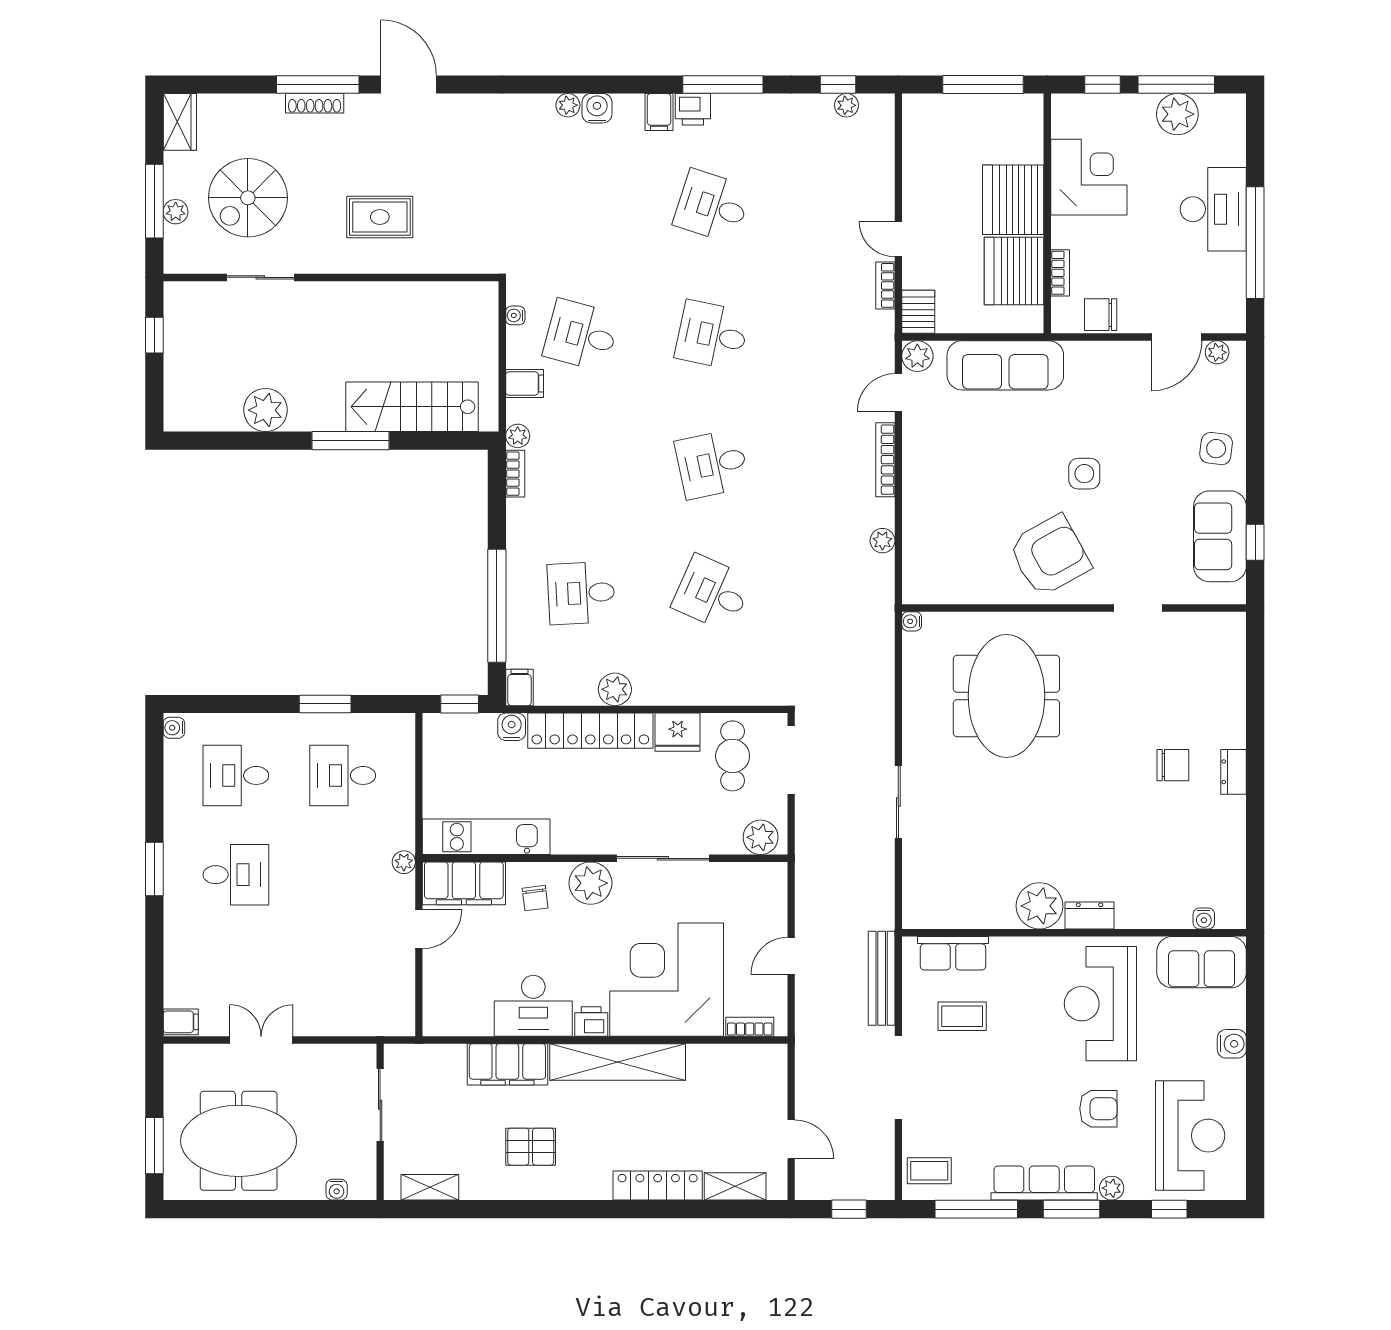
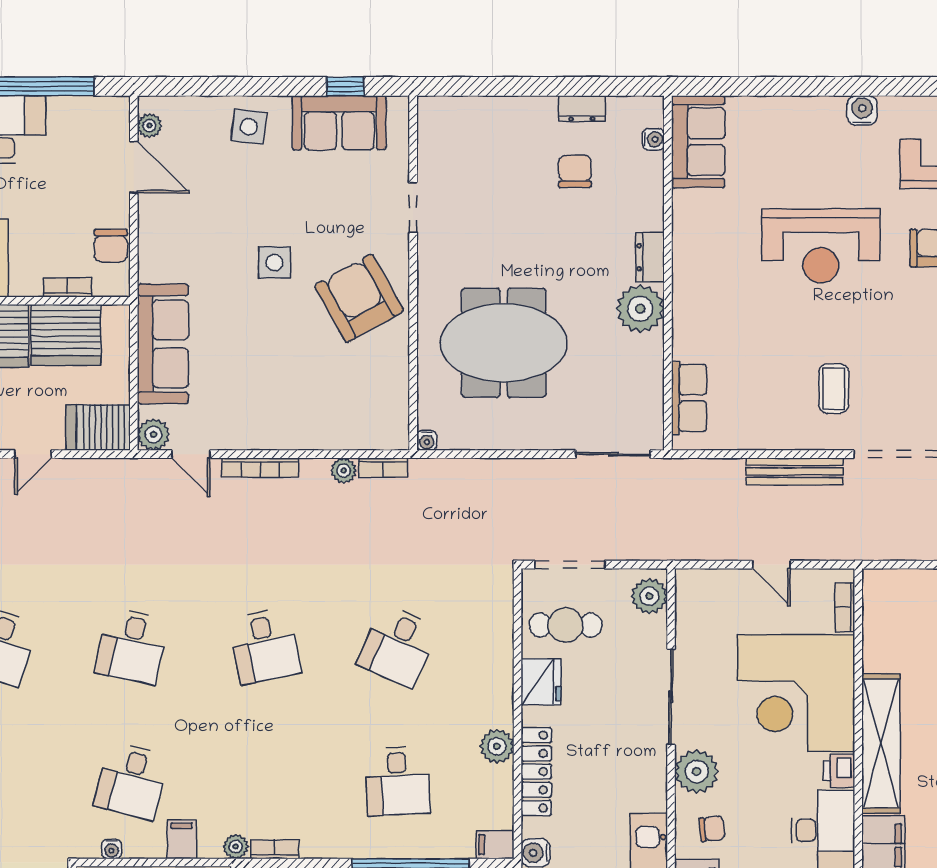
bookcase: (885, 285) -> (383, 468), moved
server rack: (918, 312) -> (98, 428), width x1.36, depth x1.44
locker: (590, 731) -> (536, 772), width x0.71, depth x0.83
plant: (1040, 906) -> (640, 309), moved
dresser: (1089, 915) -> (650, 257), moved
water cooler: (1204, 919) -> (653, 139), moved
wall: (1074, 933) -> (668, 273), moved
row of seats: (953, 953) -> (689, 398), moved
sofa: (1202, 962) -> (698, 142), moved

